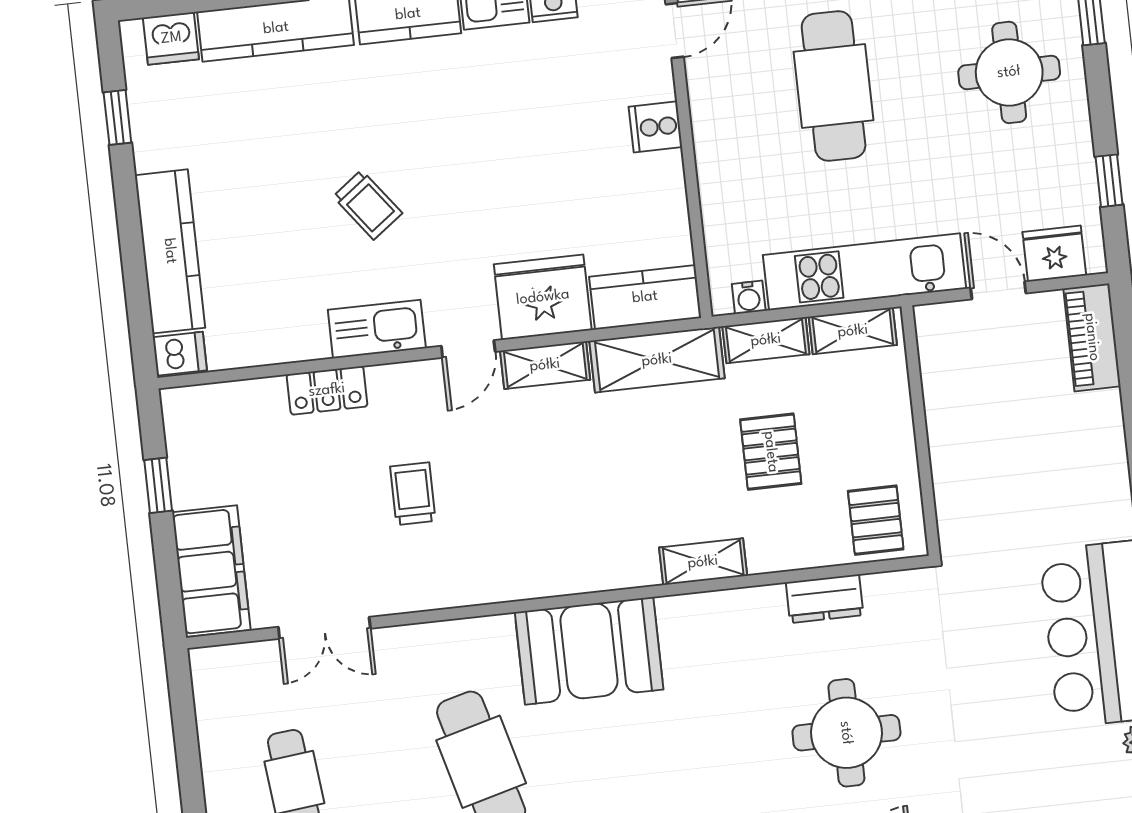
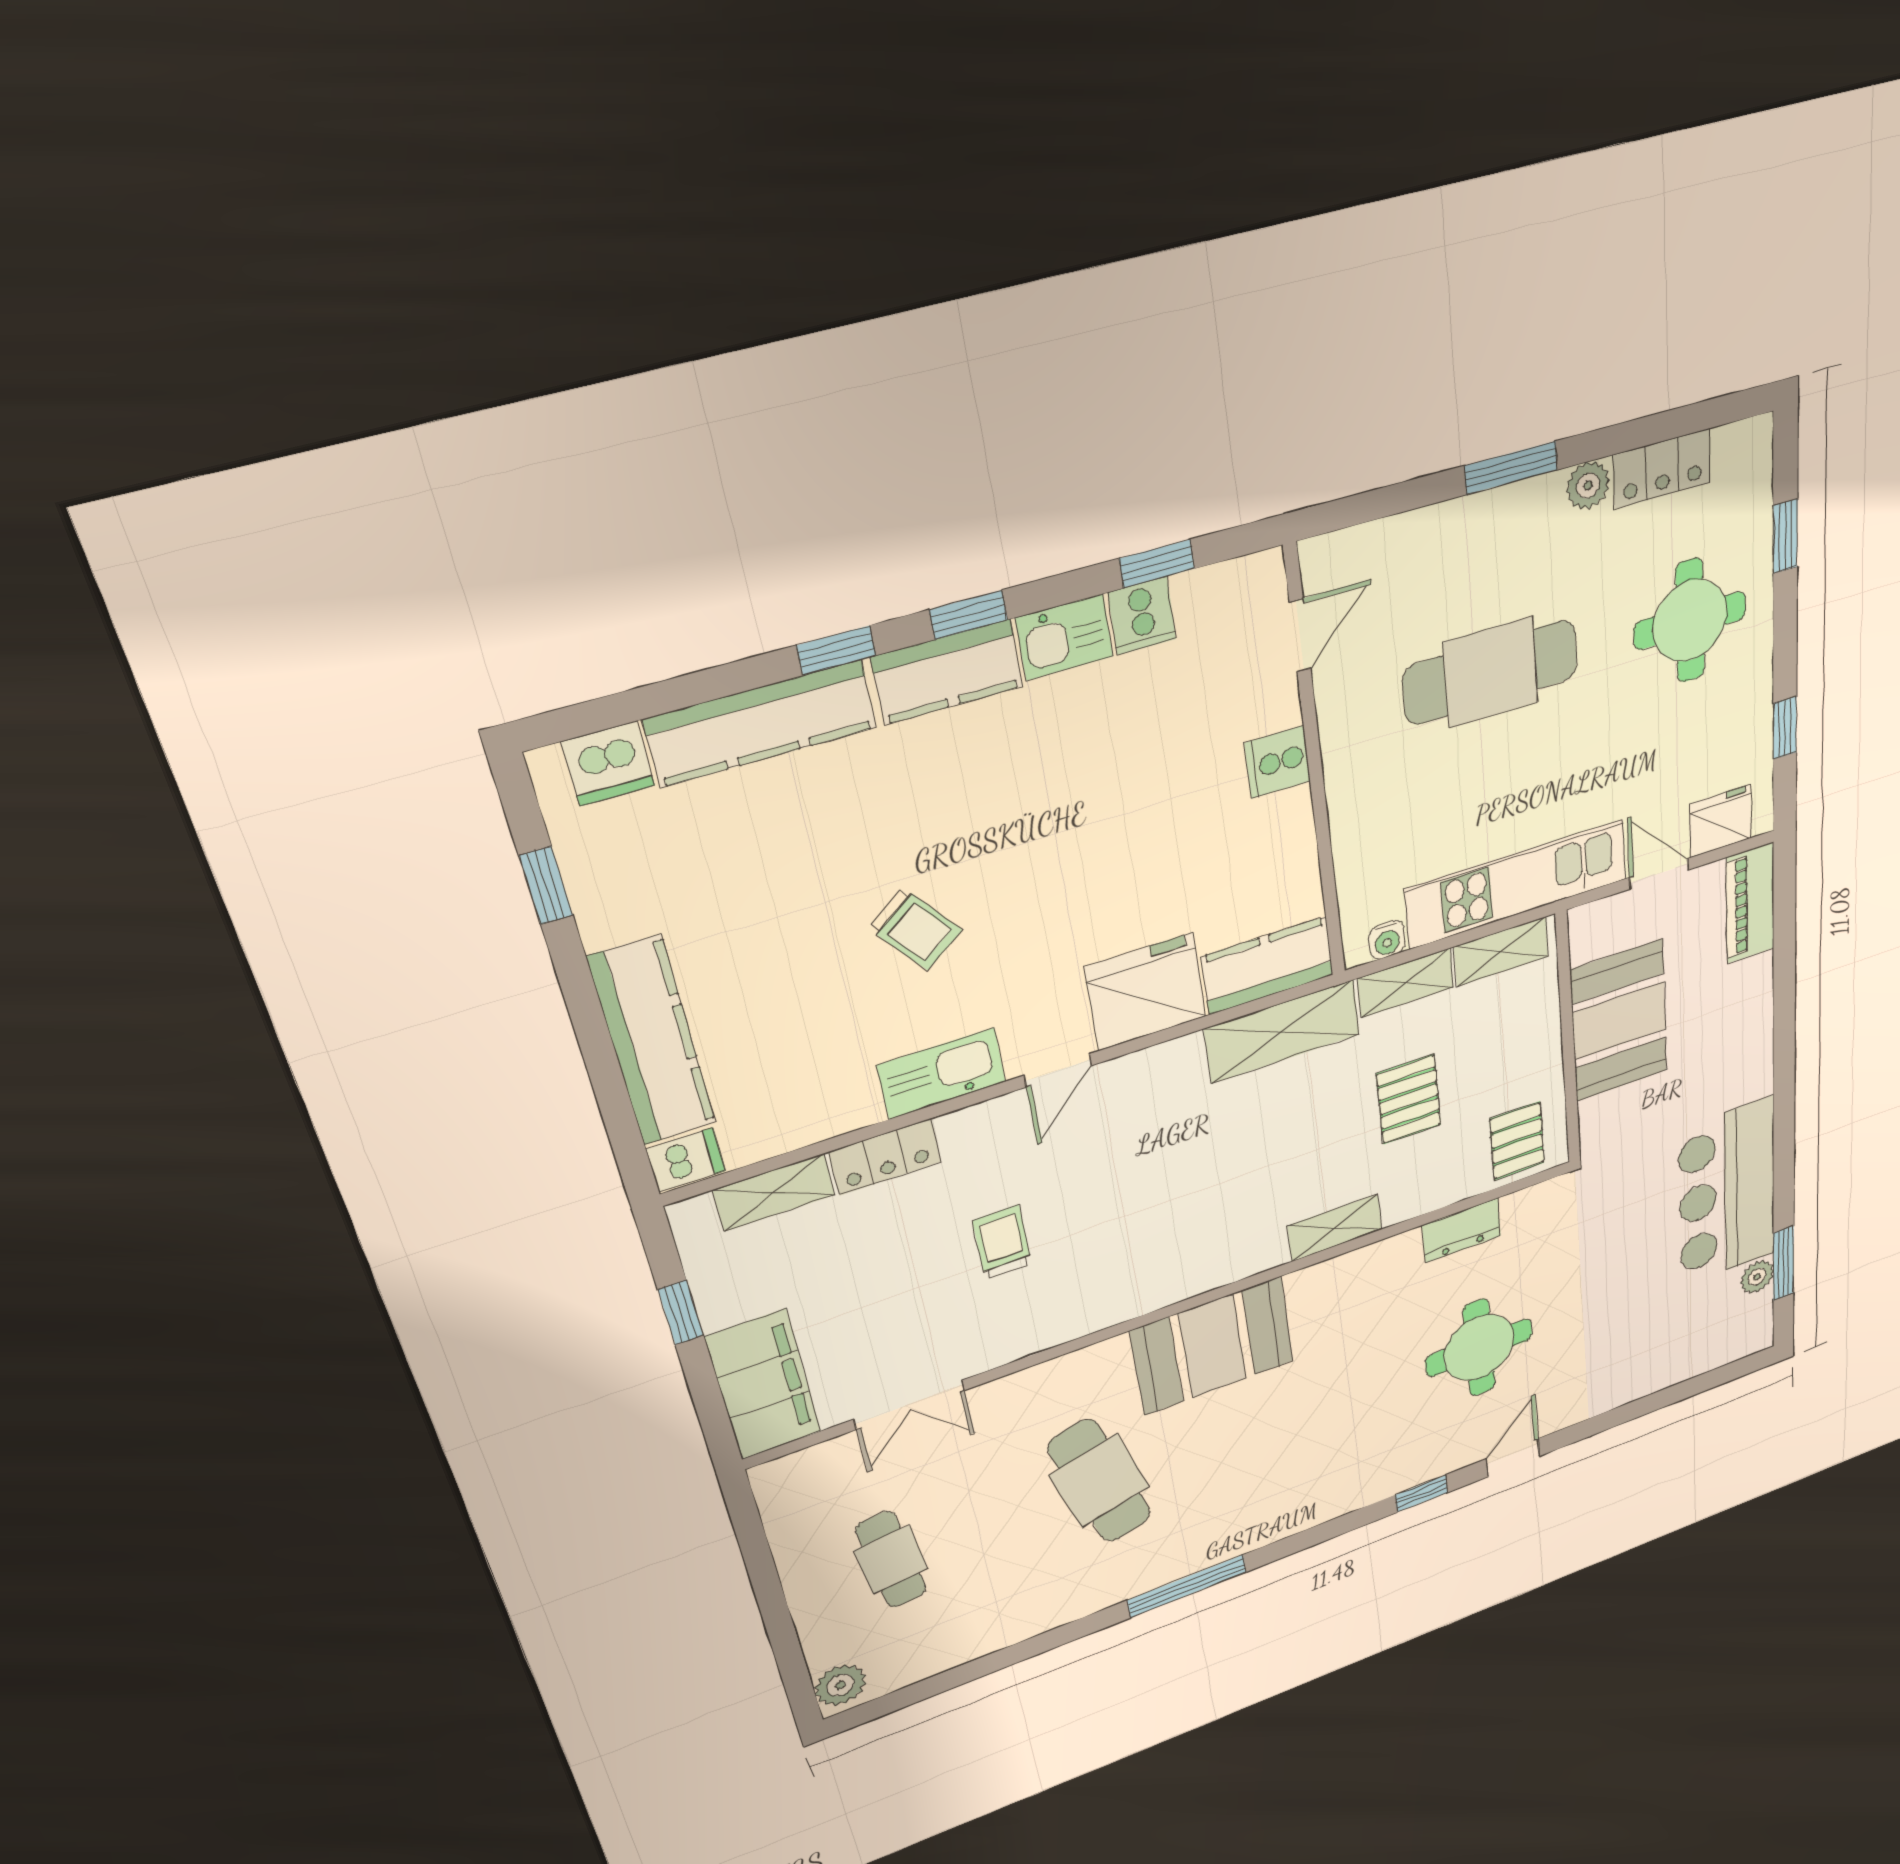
cafe table: (834, 86) -> (1491, 672), turned 90
shelving: (545, 365) -> (774, 1192), moved
booth: (970, 424) -> (1619, 1021), added

